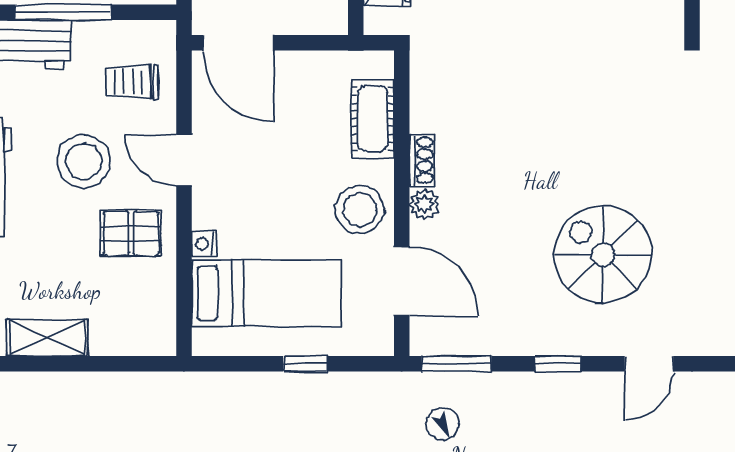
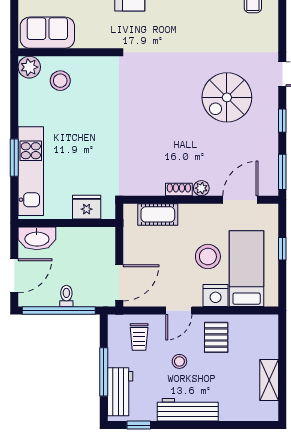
stool: (84, 161) -> (179, 361), width x0.53, depth x0.53
stool: (360, 210) -> (208, 257), moved
nightstand: (204, 244) -> (216, 296), width x1.89, depth x1.79

